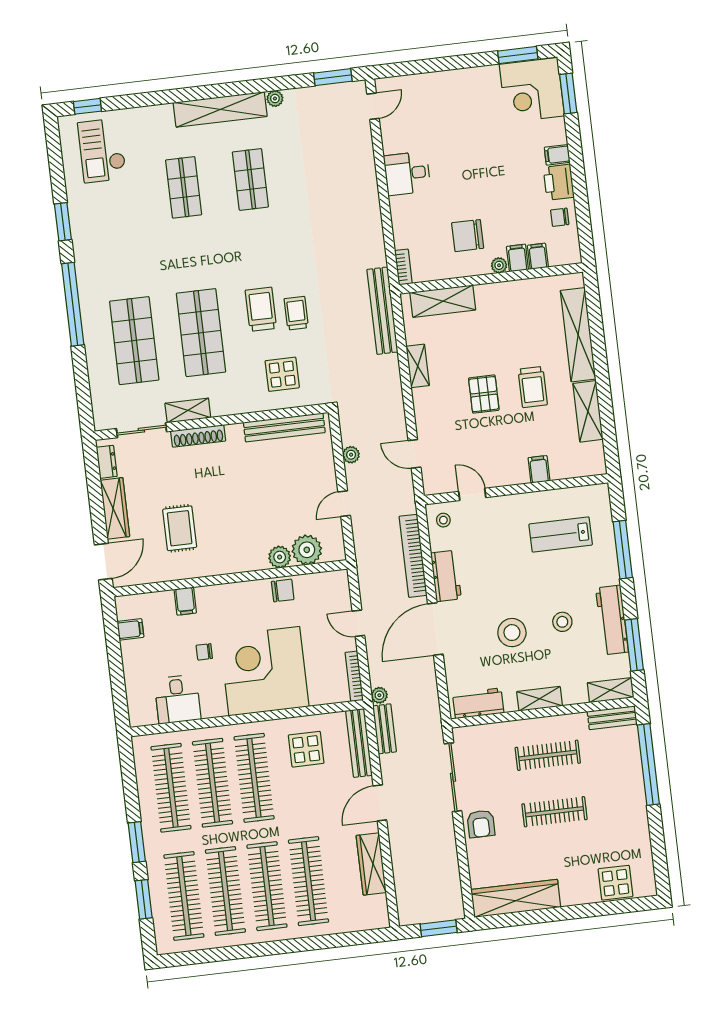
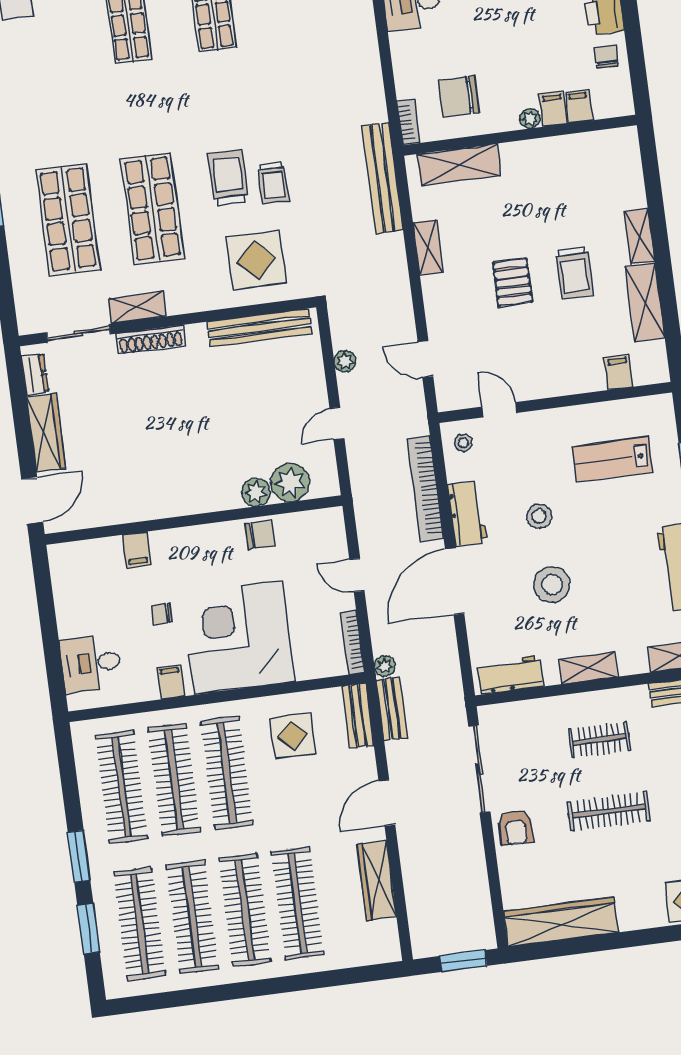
chair: (560, 217) -> (606, 56), turned 90
chair: (468, 236) -> (459, 97), moved
trolley: (296, 313) -> (273, 182), turned 180
shelving: (578, 335) -> (639, 236), width x0.45, depth x0.75
display table: (282, 374) -> (256, 260), width x1.36, depth x1.36
filing cabinet: (539, 469) -> (619, 372), moved
rug: (180, 528) -> (128, 457), removed
stool: (562, 622) -> (539, 516), moved
filing cabinet: (130, 629) -> (171, 682), moved, turned -90
desk: (177, 699) -> (91, 663), moved, turned 90
bench: (359, 743) -> (358, 716), width x0.73
clothes rail: (548, 755) -> (599, 740), width x0.73

